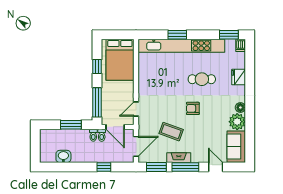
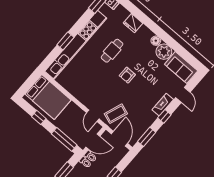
coffee table: (171, 132) -> (116, 114), moved
fireplace: (179, 158) -> (163, 105), moved
window: (185, 167) -> (164, 116), width x0.46
door: (216, 167) -> (183, 95), swing flipped

